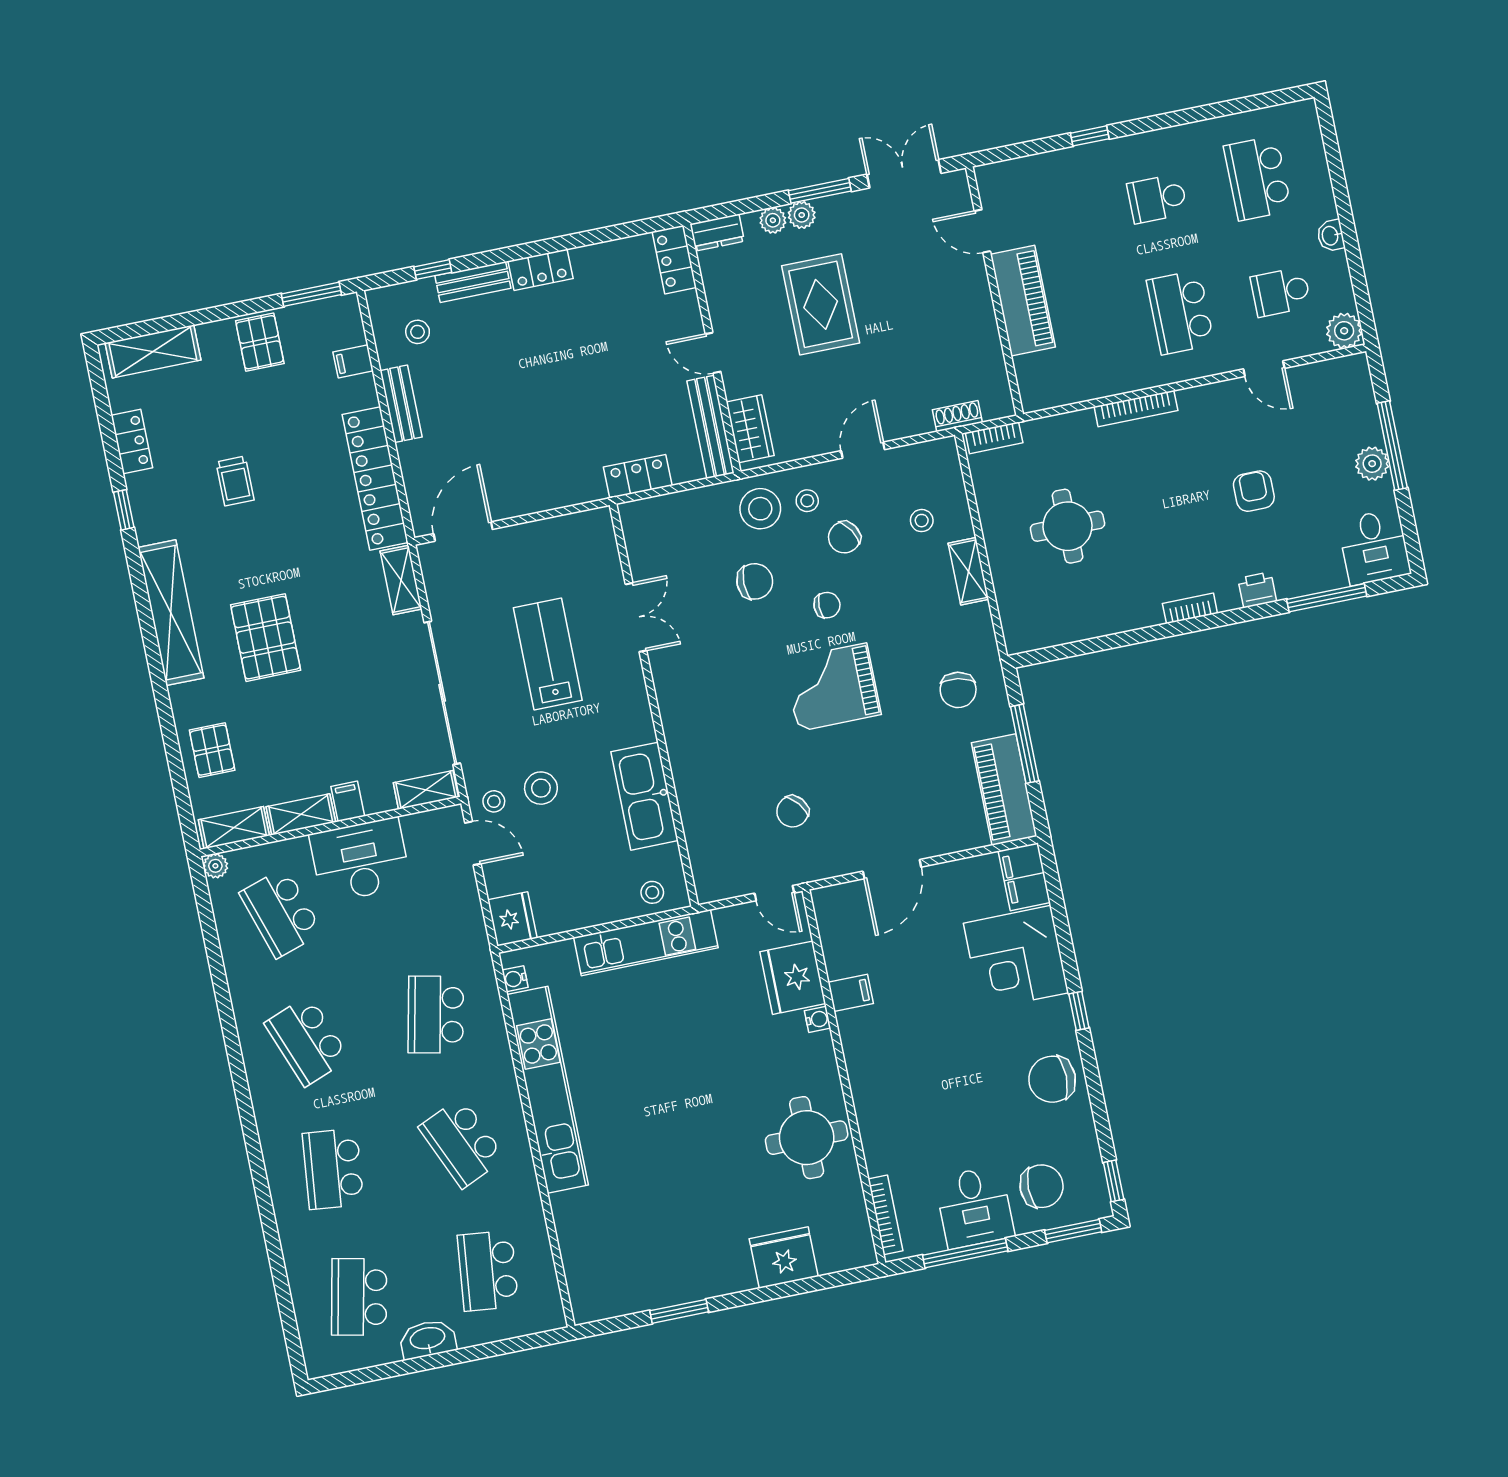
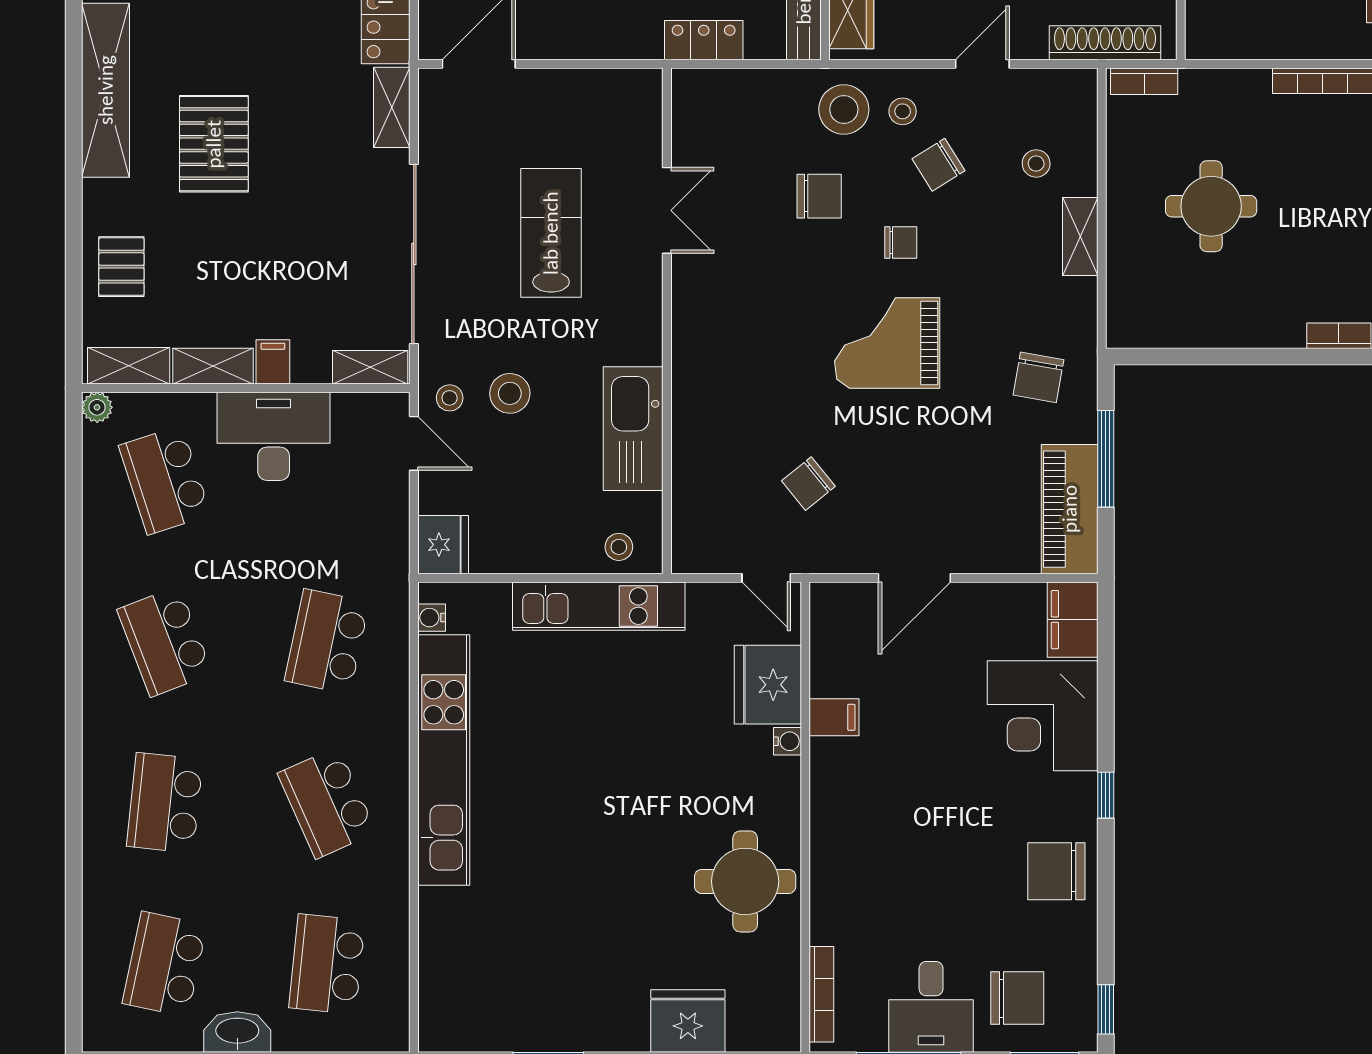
shoe rack: (957, 416) -> (1105, 43), width x1.94, depth x1.24

